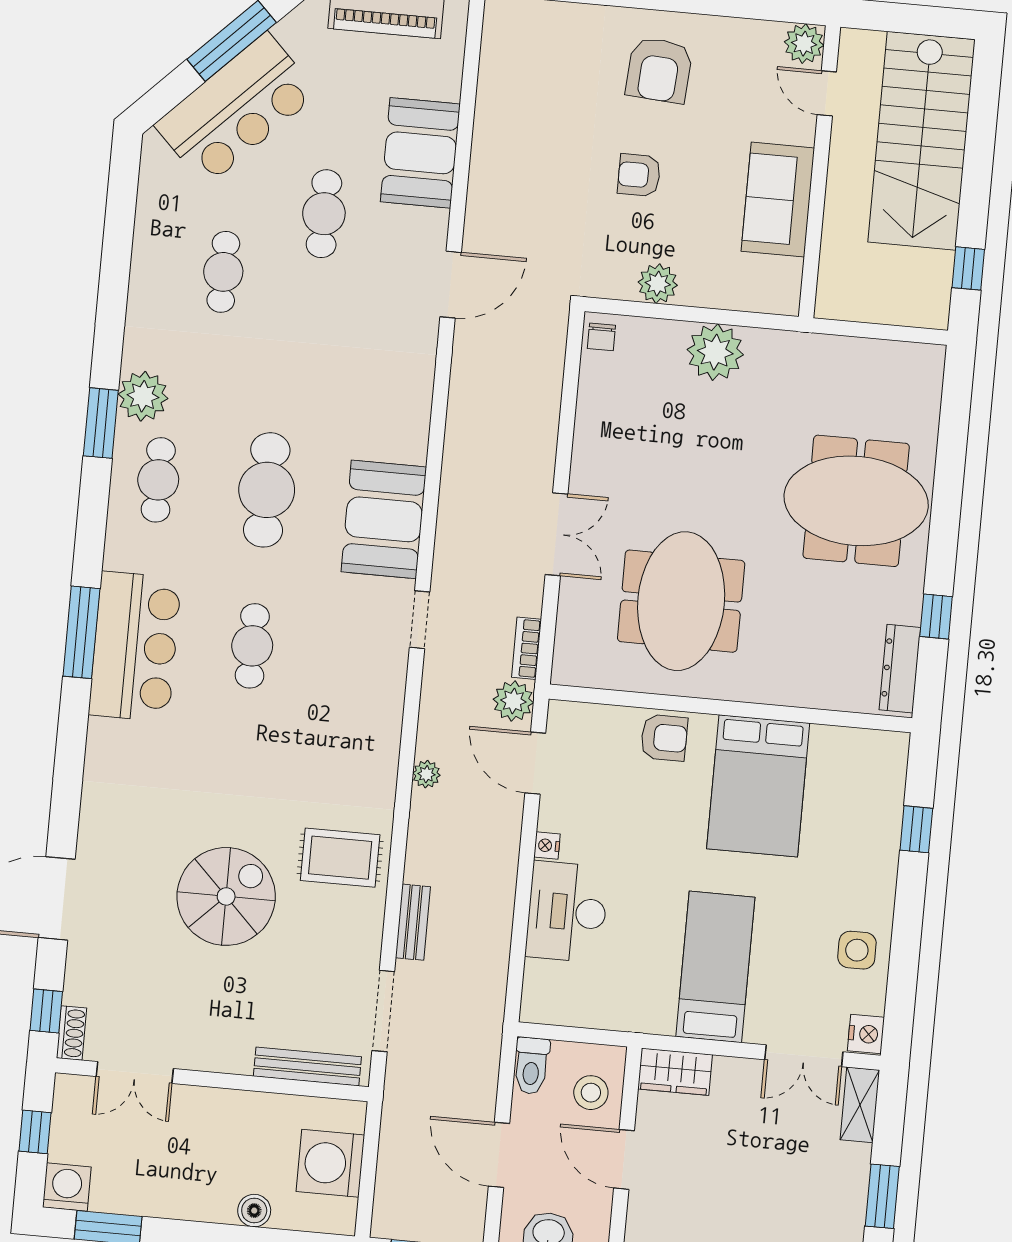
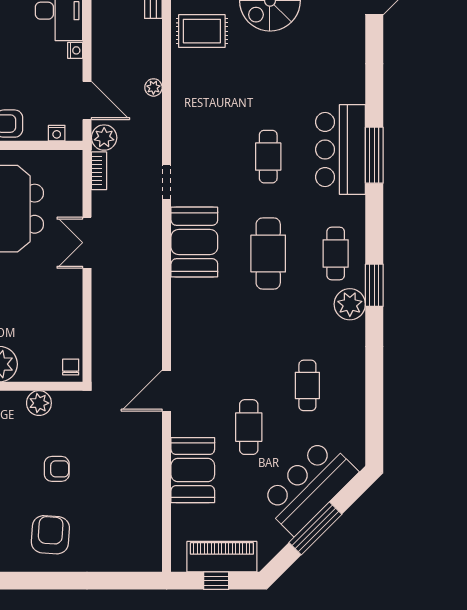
nightstand: (589, 715) -> (57, 133), added

